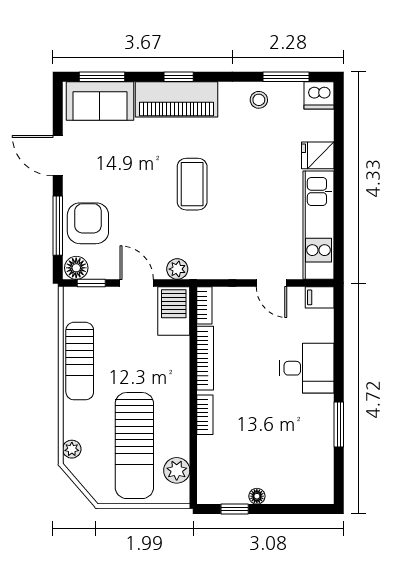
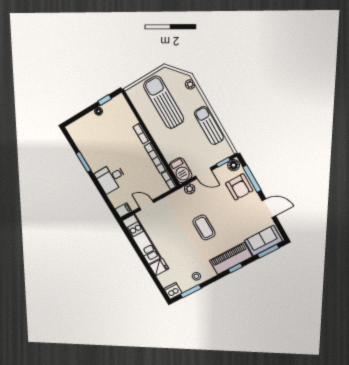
plant: (177, 470) -> (139, 102), removed

